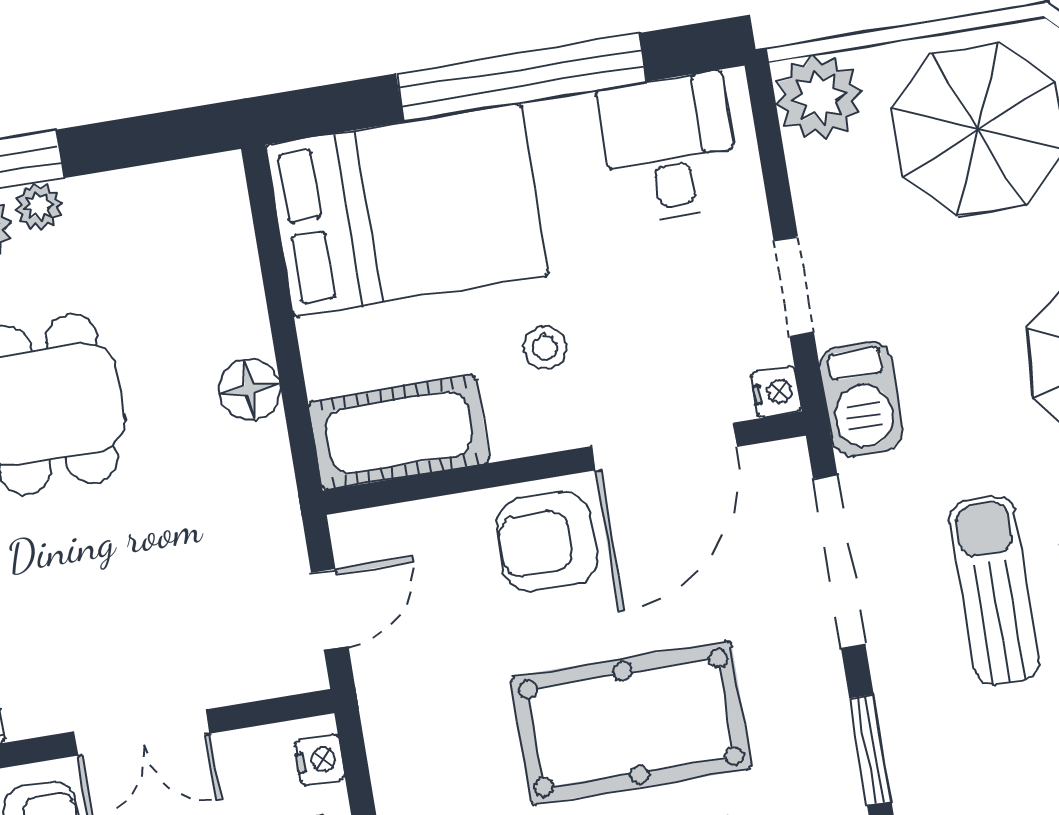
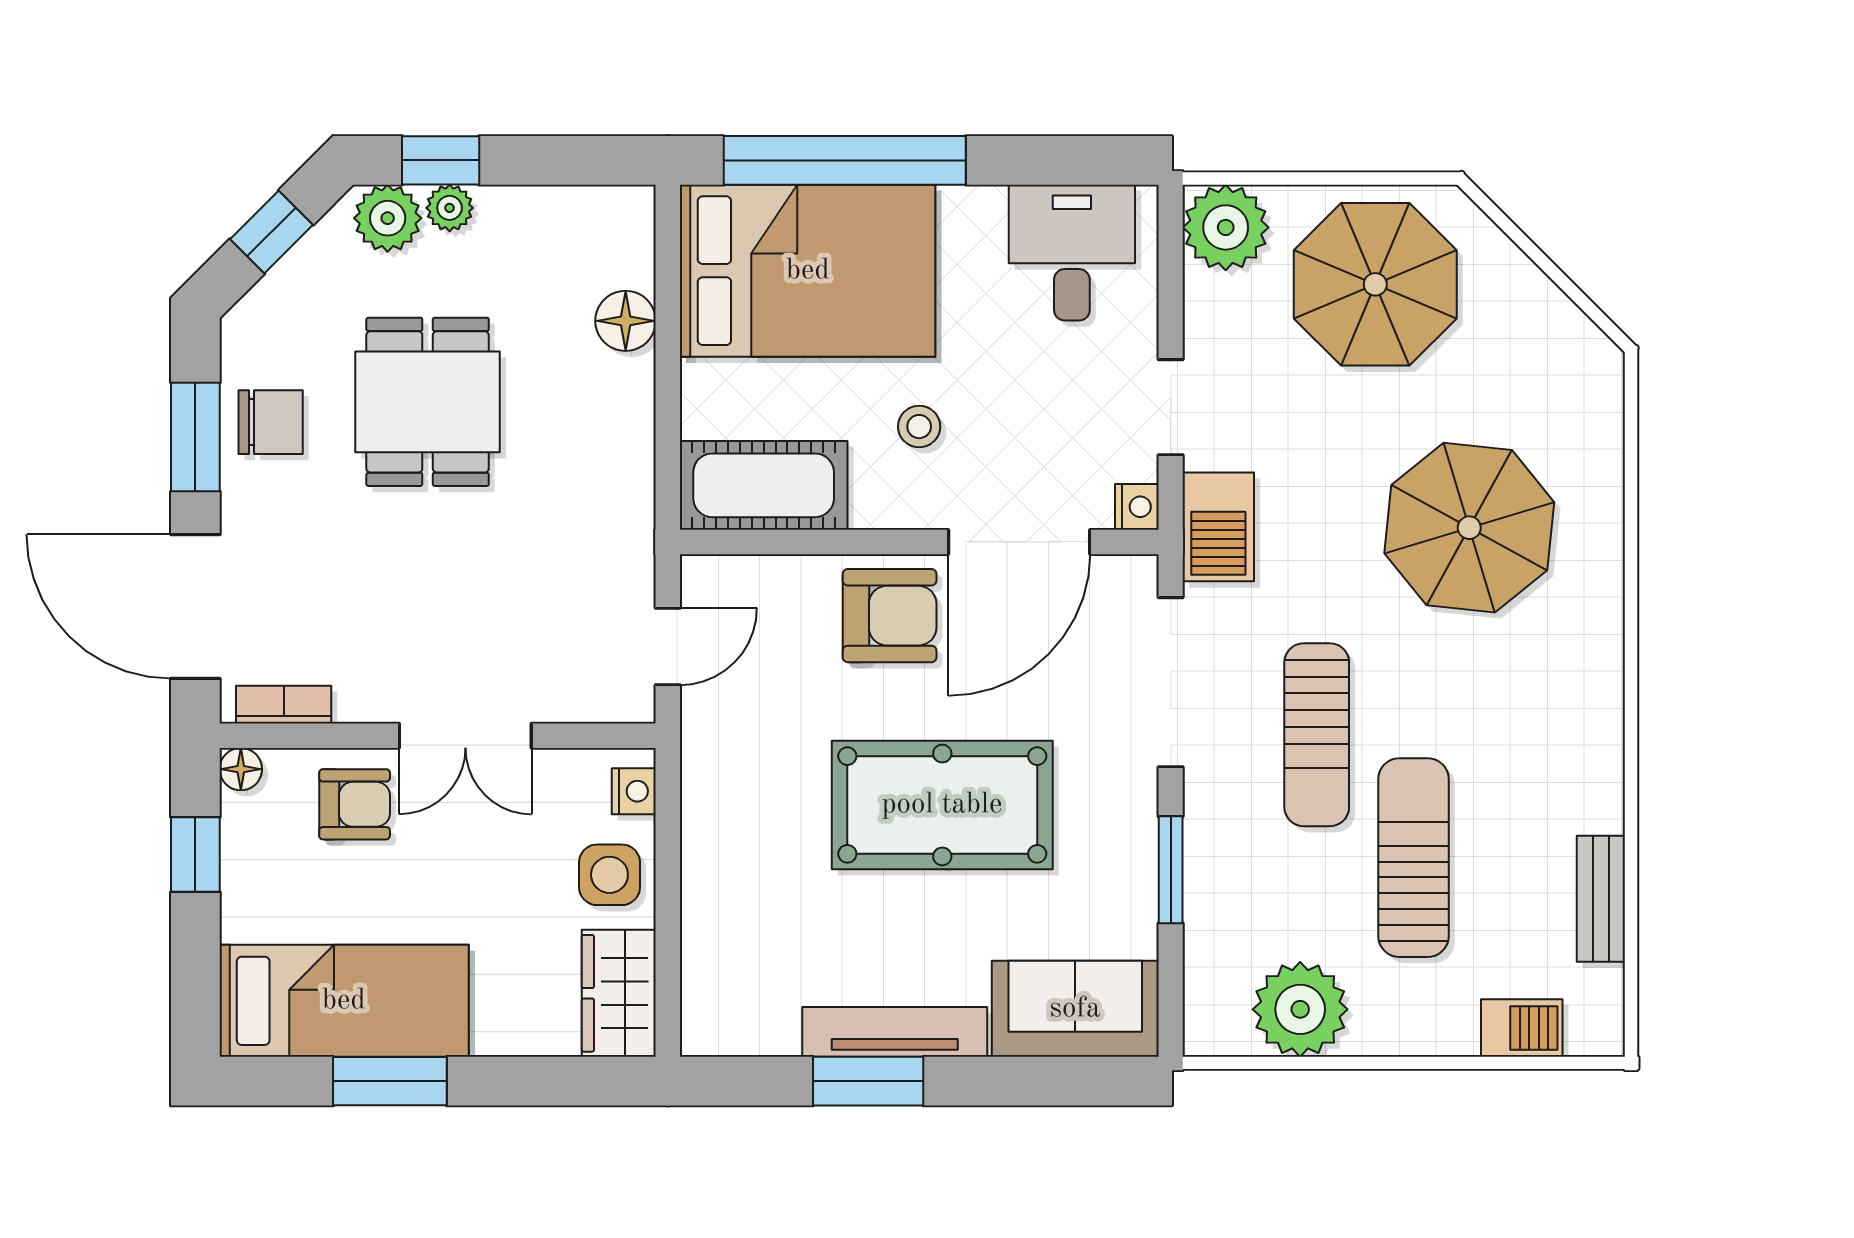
window: (521, 77) -> (845, 160), moved
floor lamp: (250, 390) -> (626, 321), moved
armchair: (547, 542) -> (890, 616), turned 180
sun lounger: (994, 590) -> (1317, 735), turned 180

